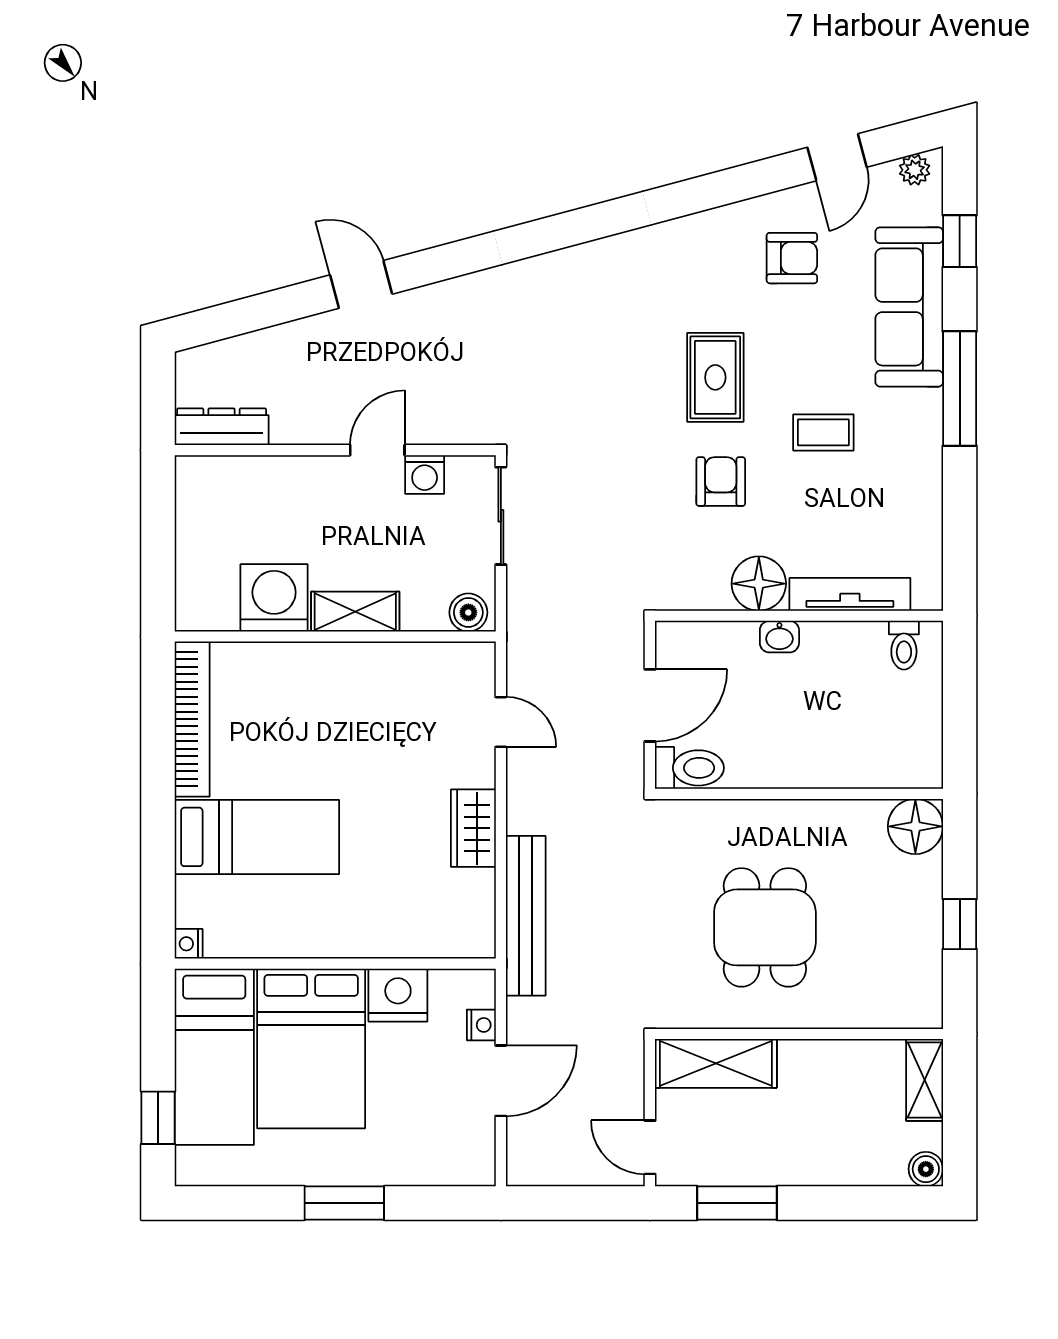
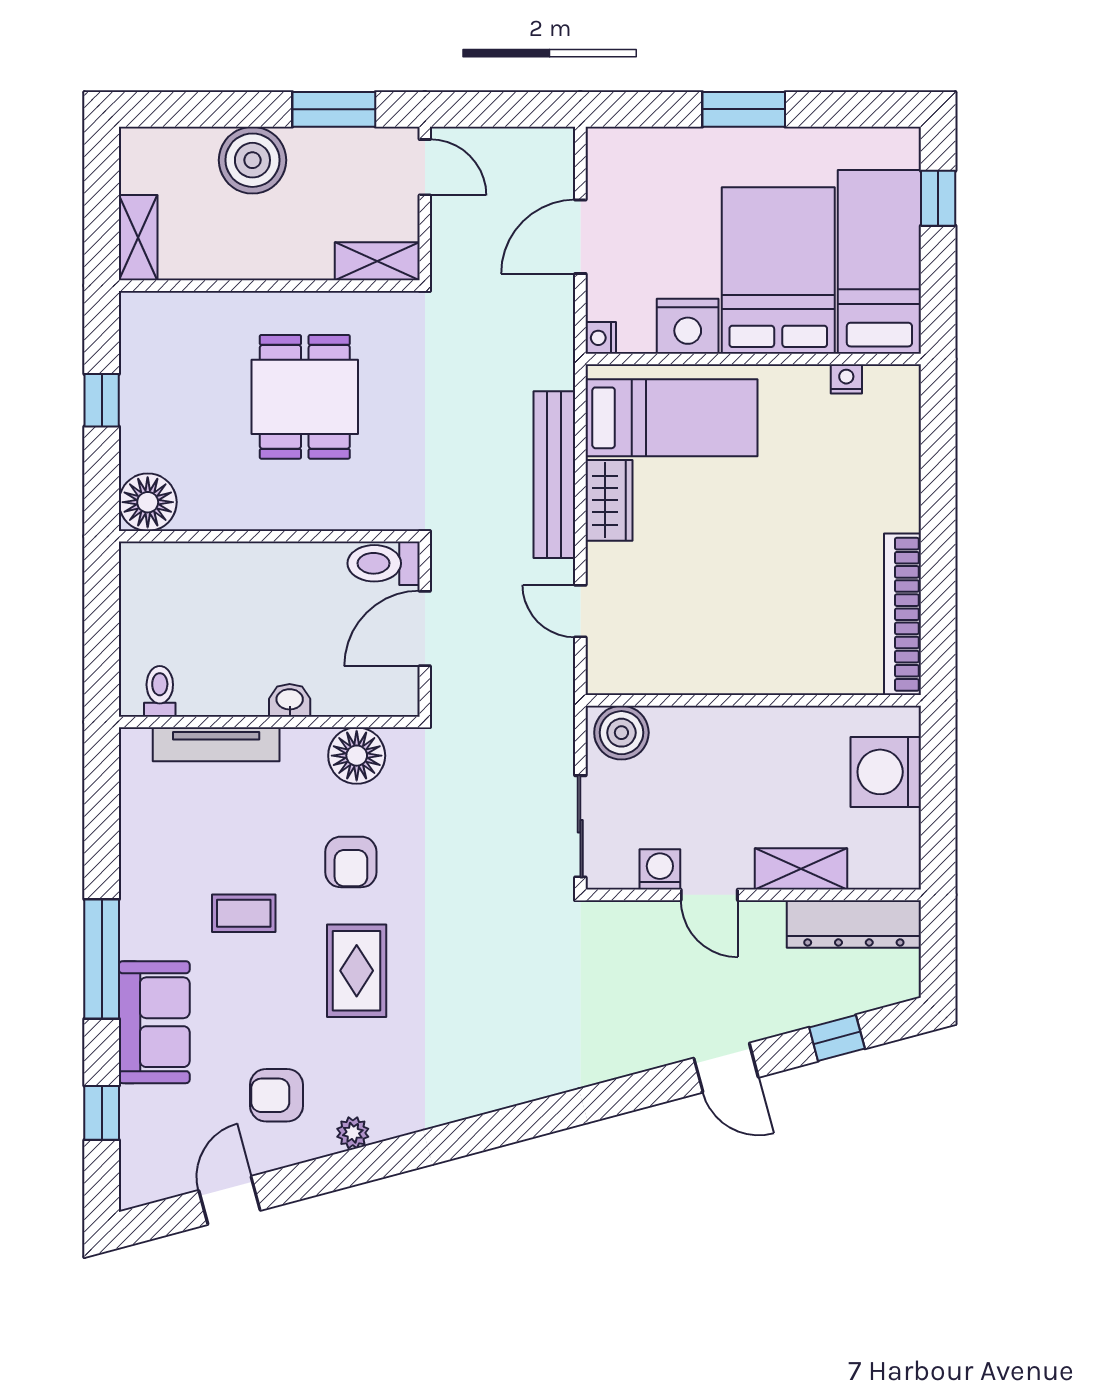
plant: (915, 170) -> (353, 1133), moved
sofa: (909, 307) -> (154, 1022), width x0.73
window: (255, 313) -> (837, 1038), added
dresser: (222, 427) -> (854, 924), width x1.37, depth x1.24
door: (377, 450) -> (709, 895), hinge flipped
floor lamp: (759, 584) -> (357, 756), moved
washing machine: (274, 598) -> (886, 772), moved, turned 90
shelving: (355, 612) -> (801, 869), moved
boiler: (468, 612) -> (621, 733), width x1.36, depth x1.36
bed: (257, 837) -> (671, 418), moved, turned 180
bench: (526, 916) -> (554, 475), moved
nightstand: (189, 944) -> (846, 379), moved, turned -90
nightstand: (481, 1025) -> (601, 338), moved
shelving: (716, 1063) -> (377, 261), width x0.67, depth x0.75
boiler: (926, 1169) -> (252, 160), moved, width x1.86, depth x1.86

